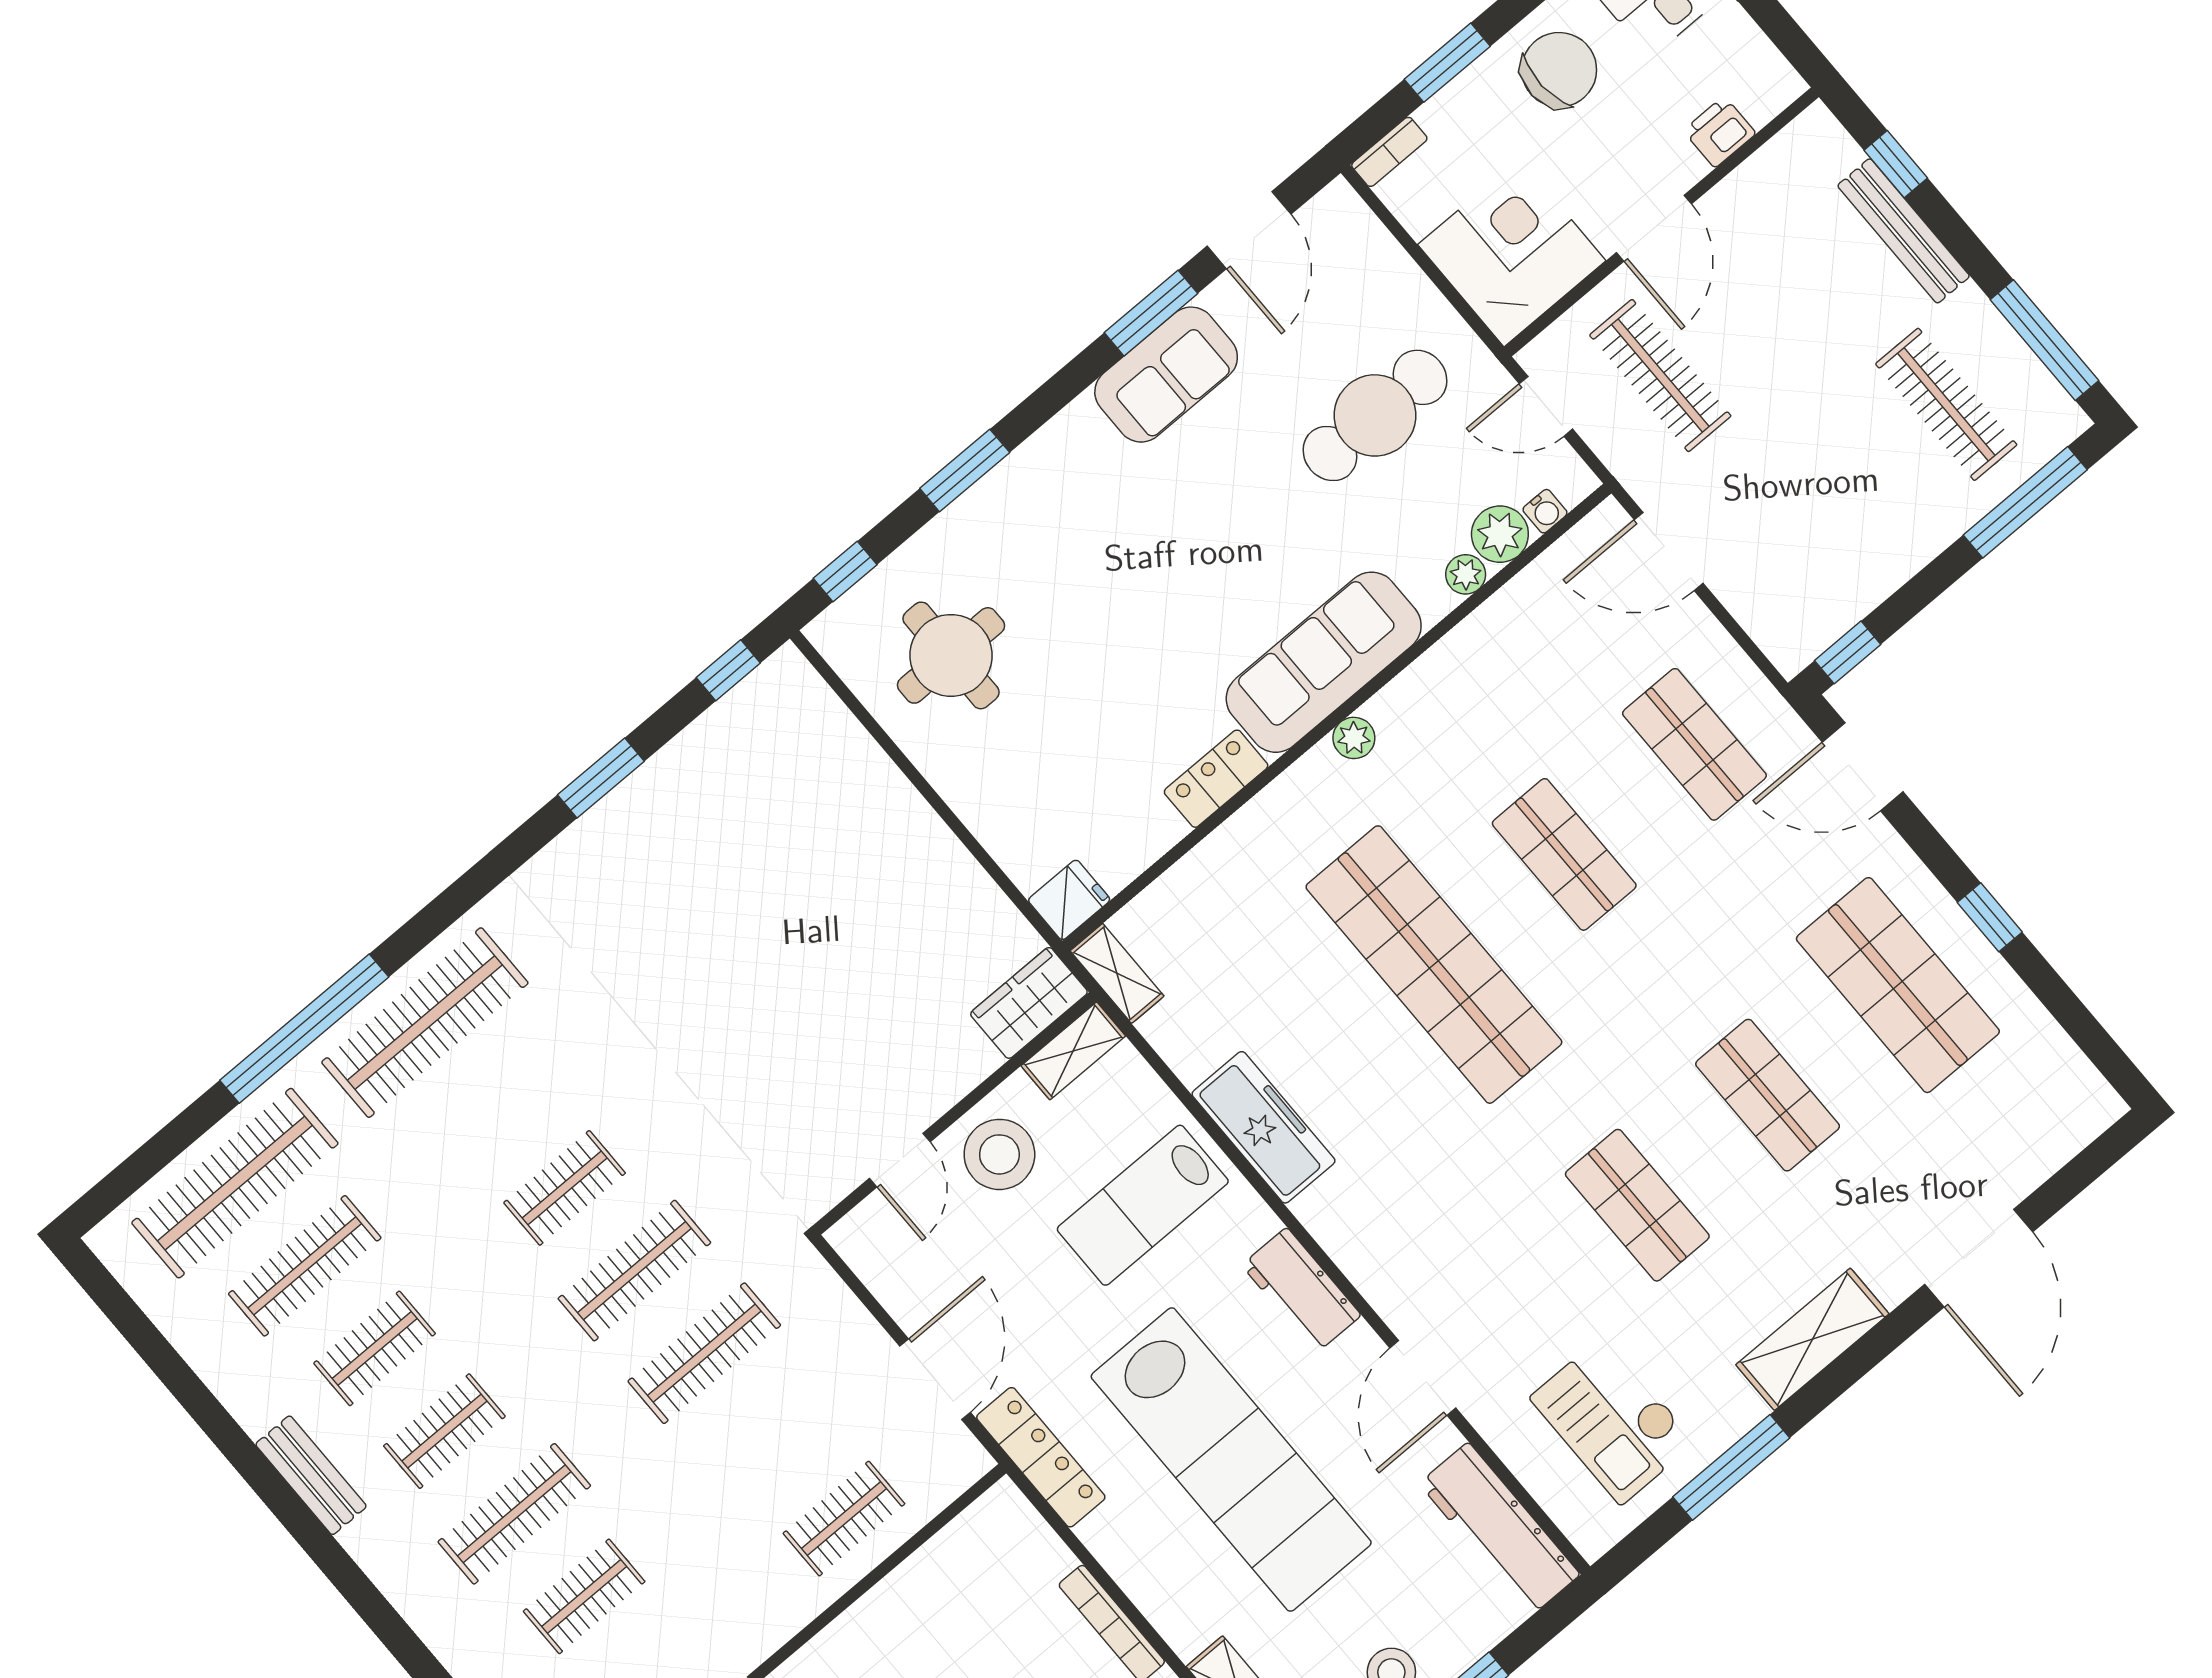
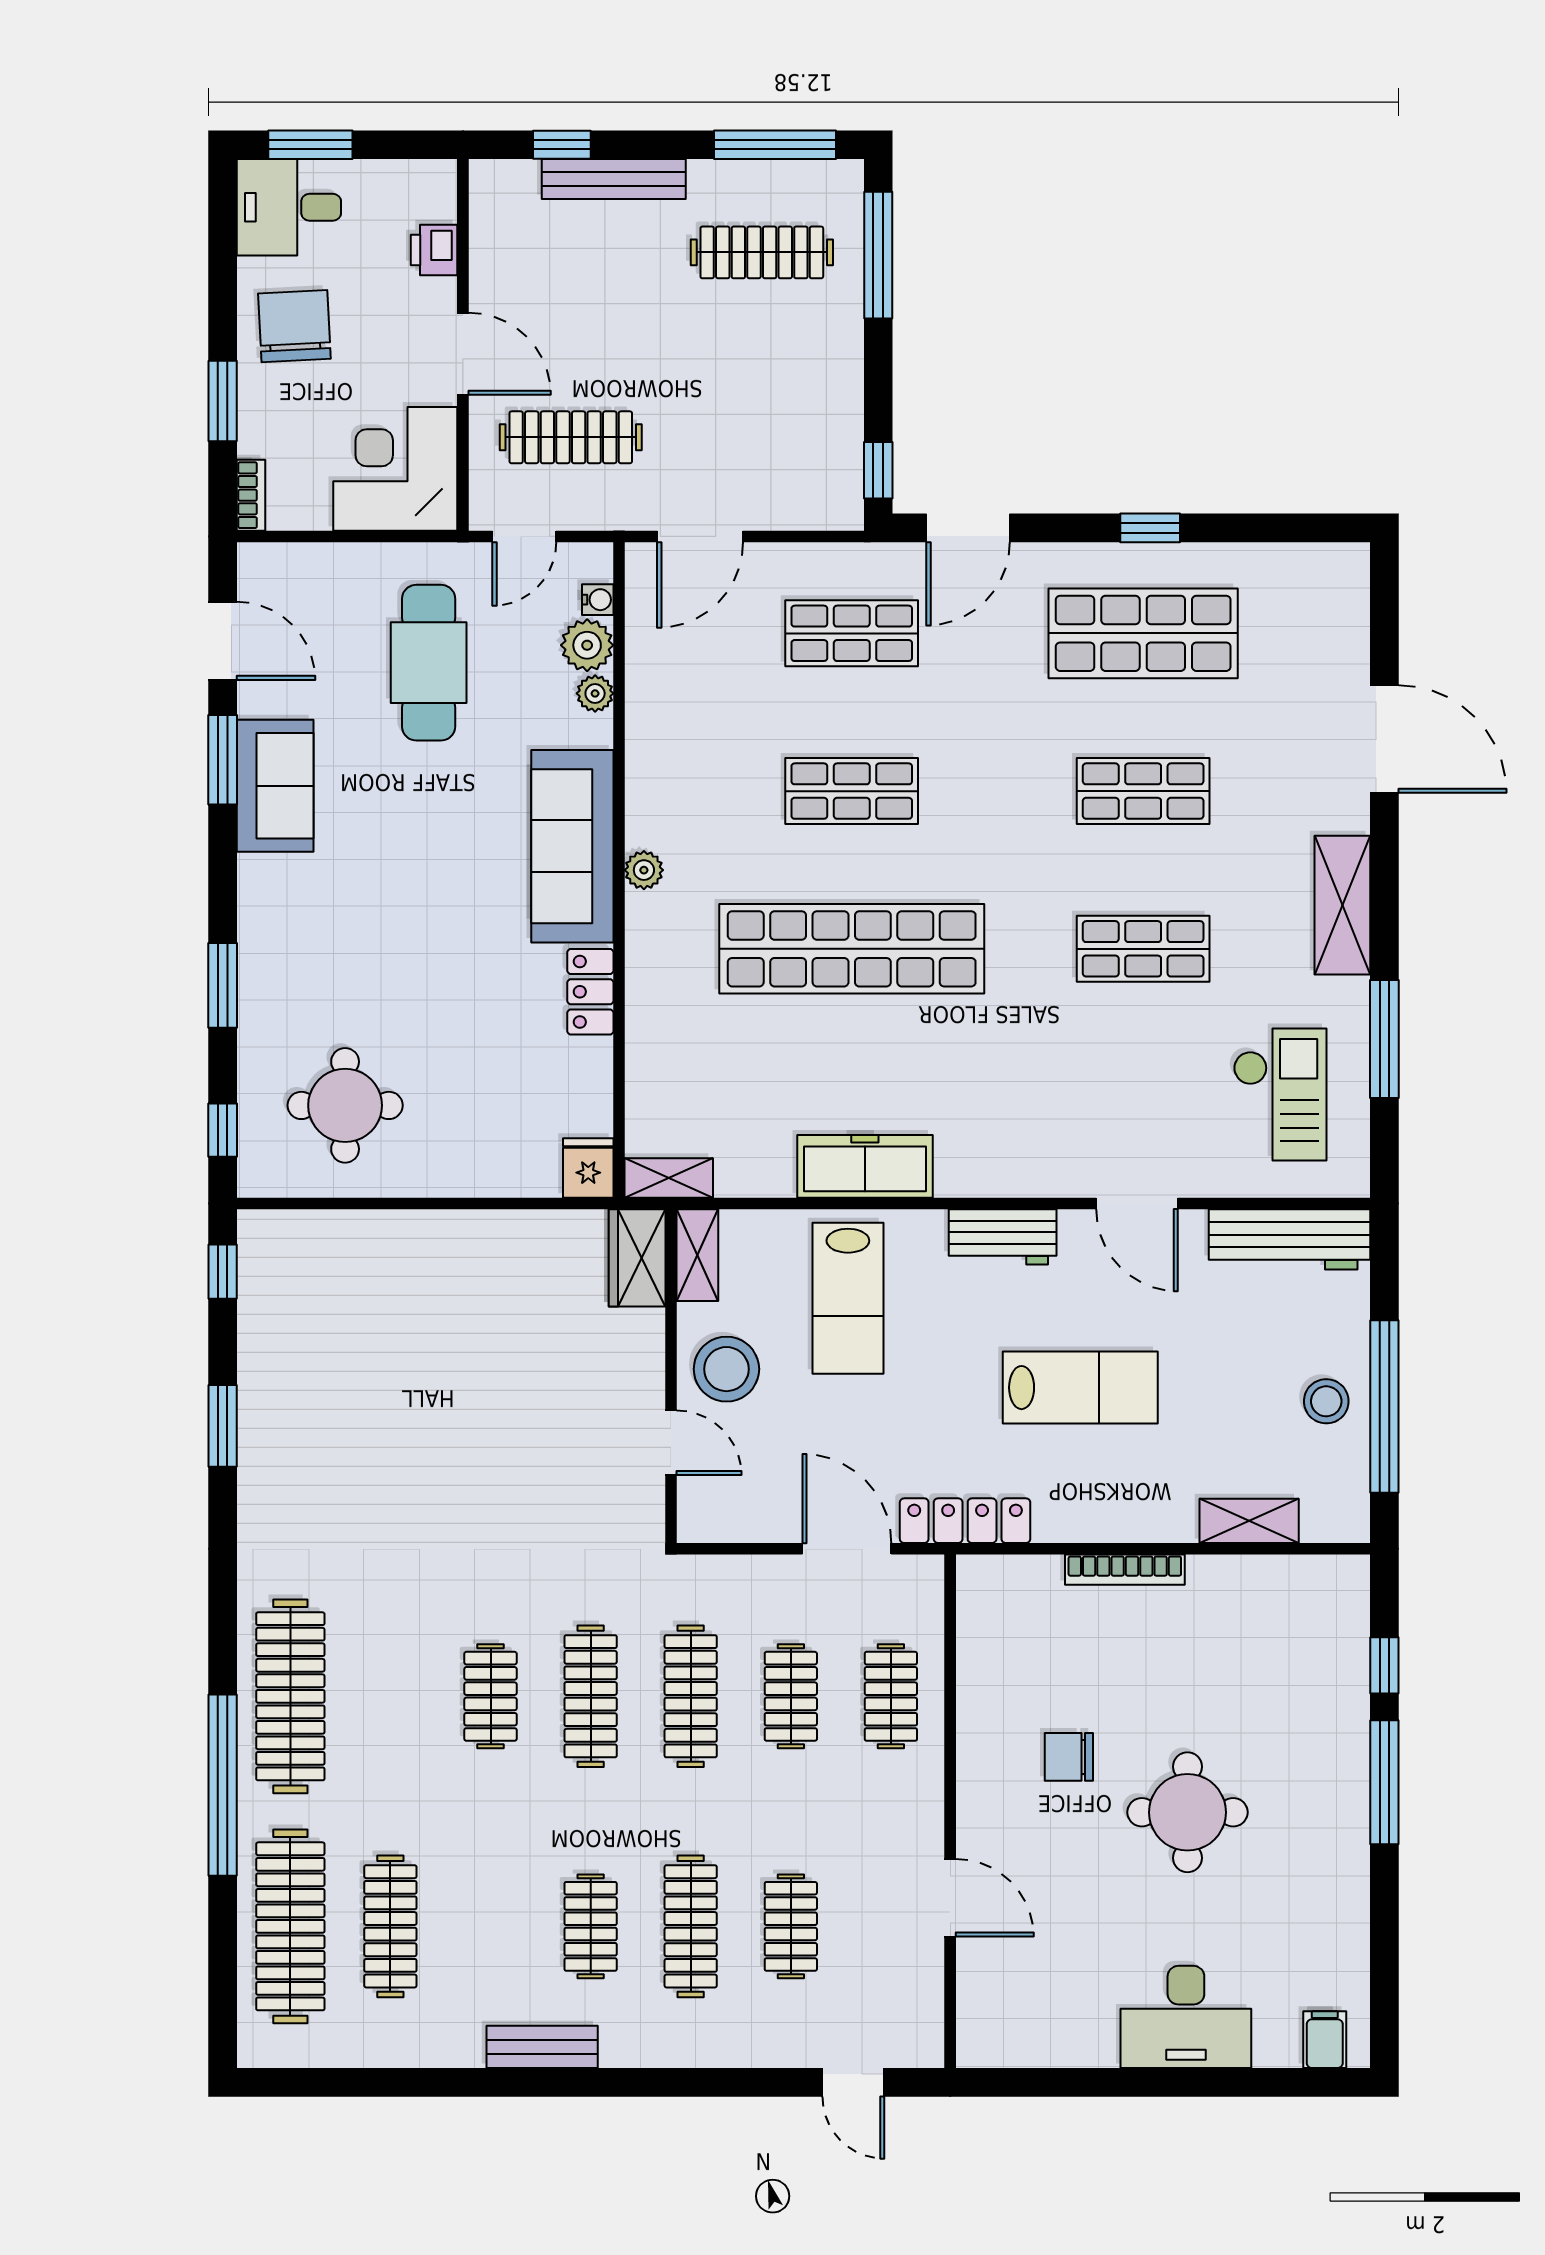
clothes rail: (375, 1348) -> (791, 1696), moved
checkout: (1613, 1420) -> (1280, 1094), turned -90
lab bench: (1231, 1460) -> (1080, 1388), width x0.54, depth x0.72

